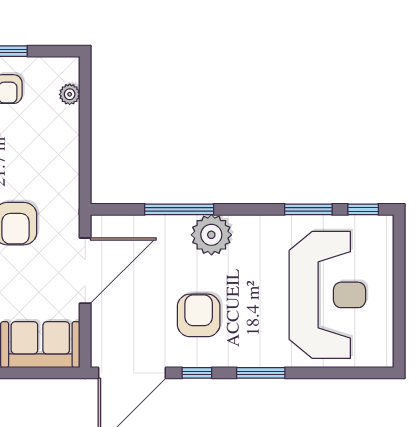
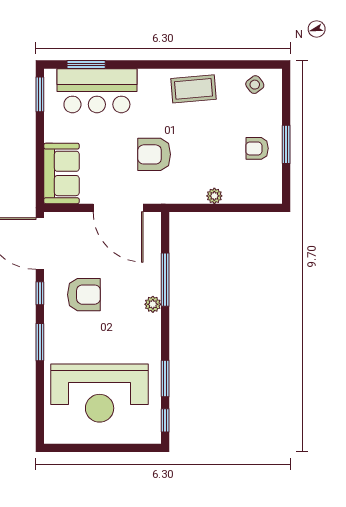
plant: (70, 94) -> (214, 196), moved
plant: (211, 235) -> (153, 304), width x0.53, depth x0.53

